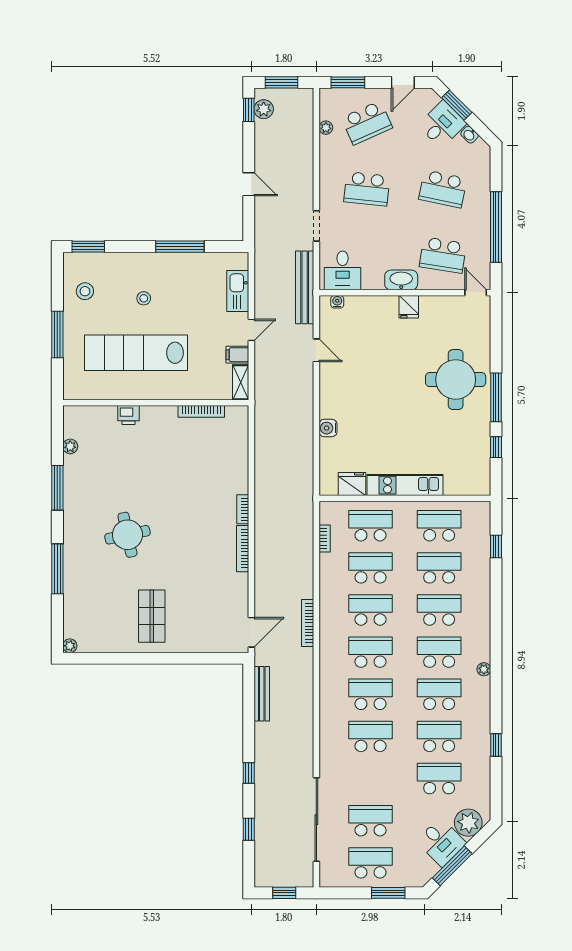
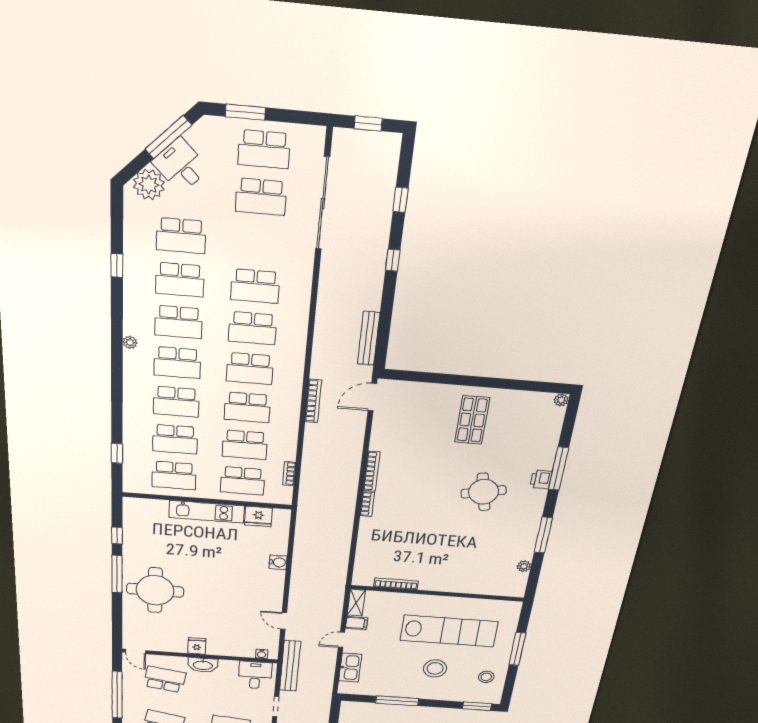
stool: (144, 298) -> (435, 668), width x1.89, depth x1.89
printer: (128, 415) -> (541, 480), moved, turned -90

